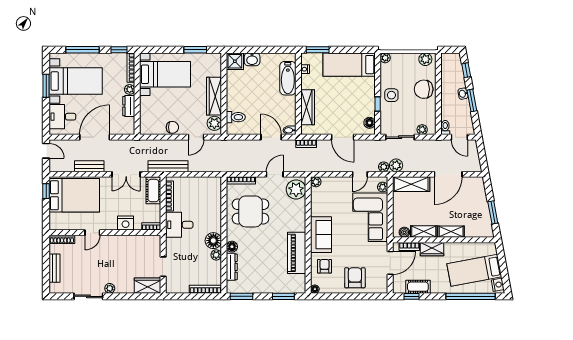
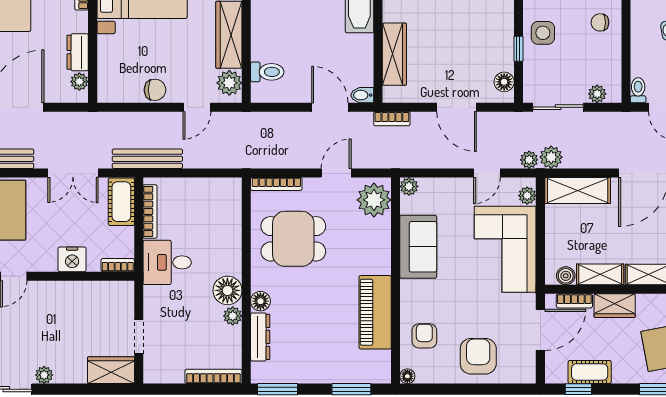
plant: (130, 89) -> (79, 82), moved
chair: (424, 89) -> (600, 22), width x0.54, depth x0.54
sofa: (321, 235) -> (418, 247), moved

